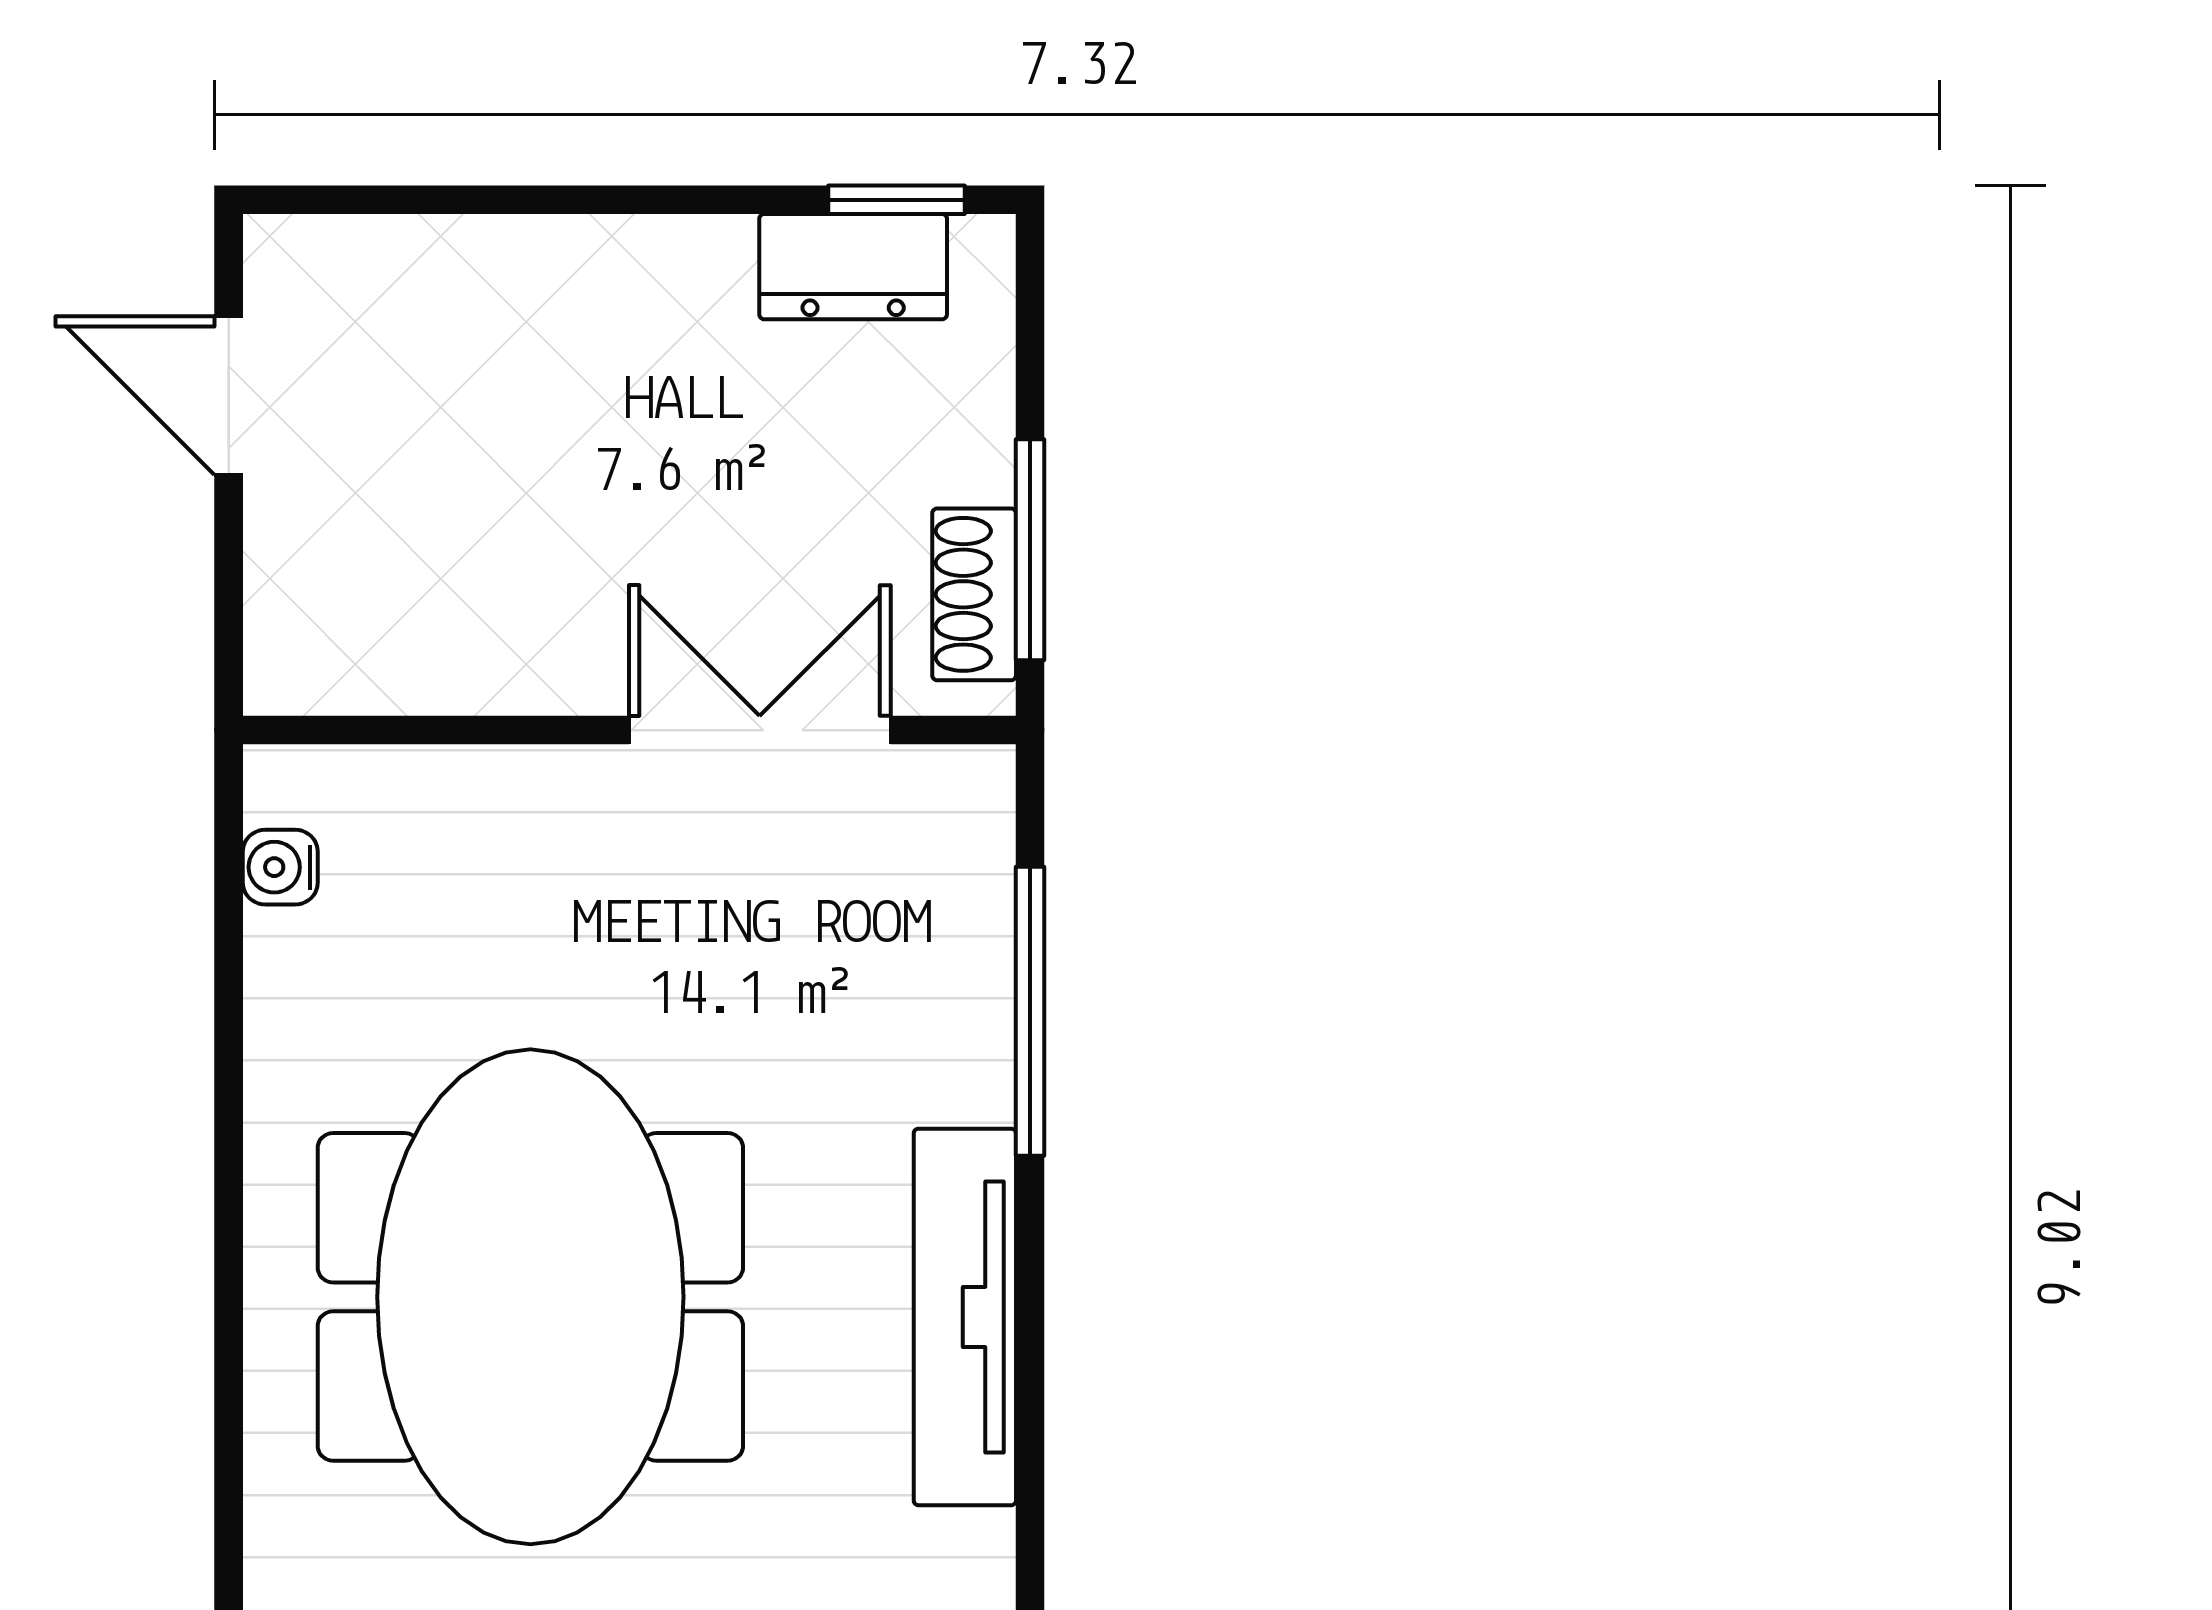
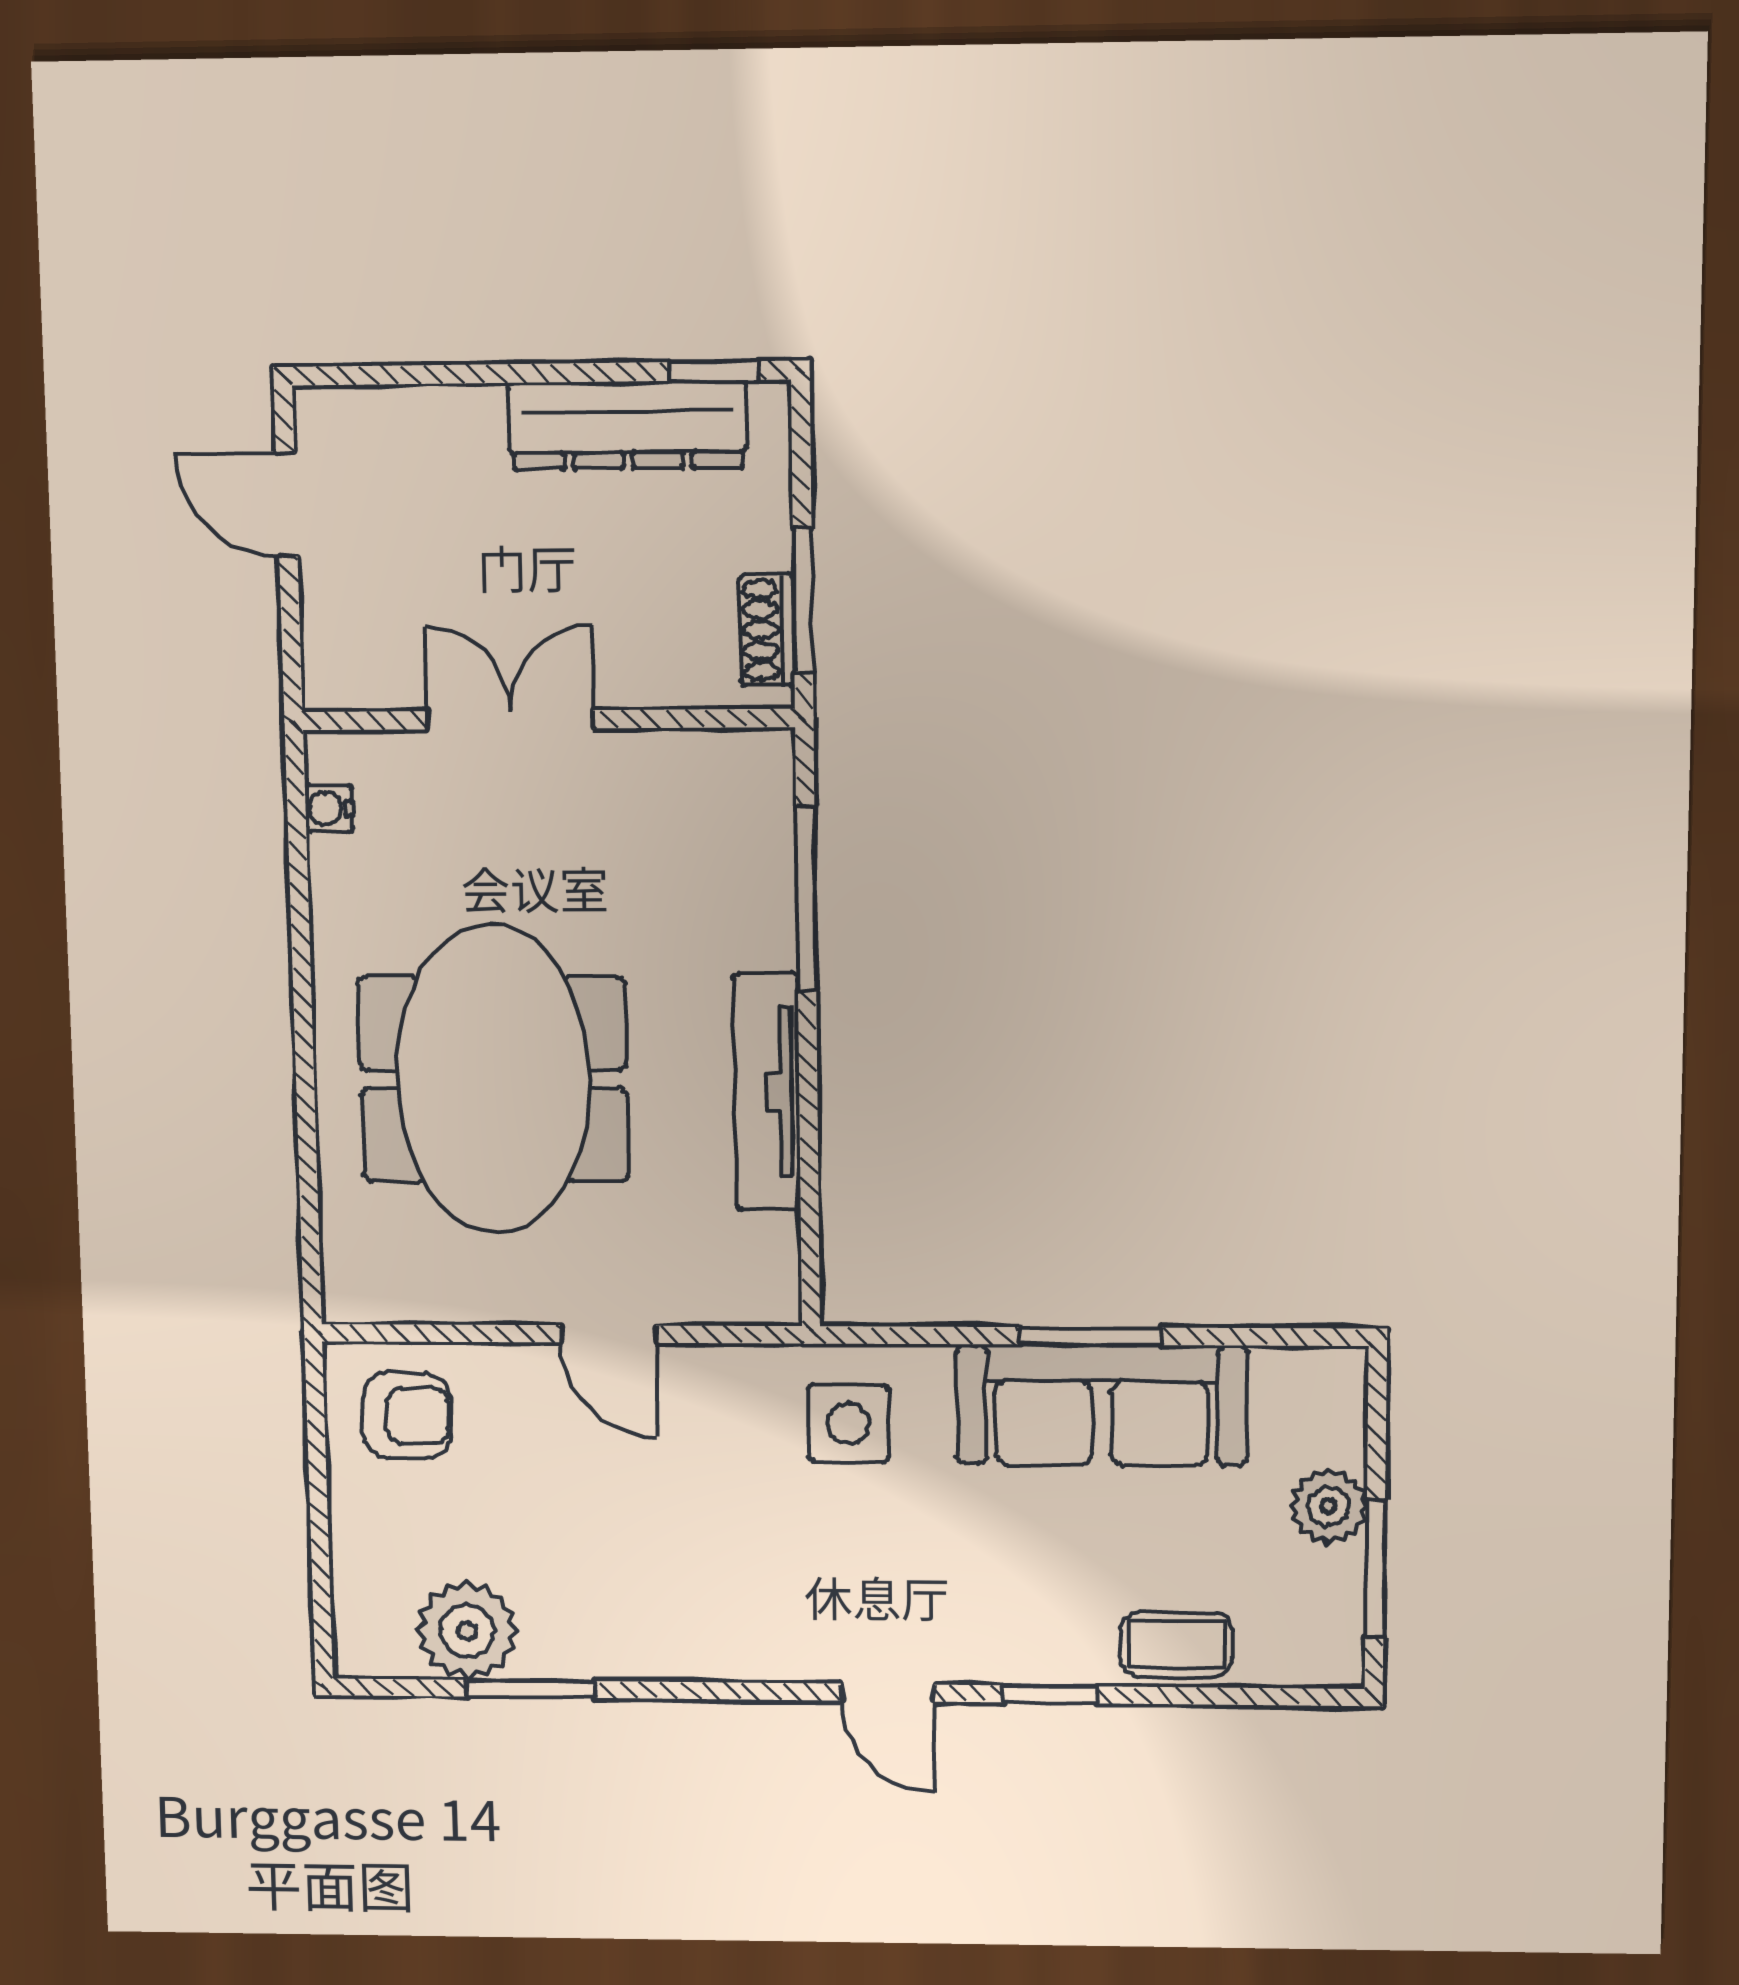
dresser: (853, 267) -> (628, 425), width x1.96, depth x1.24
double door: (760, 730) -> (510, 720), moved

